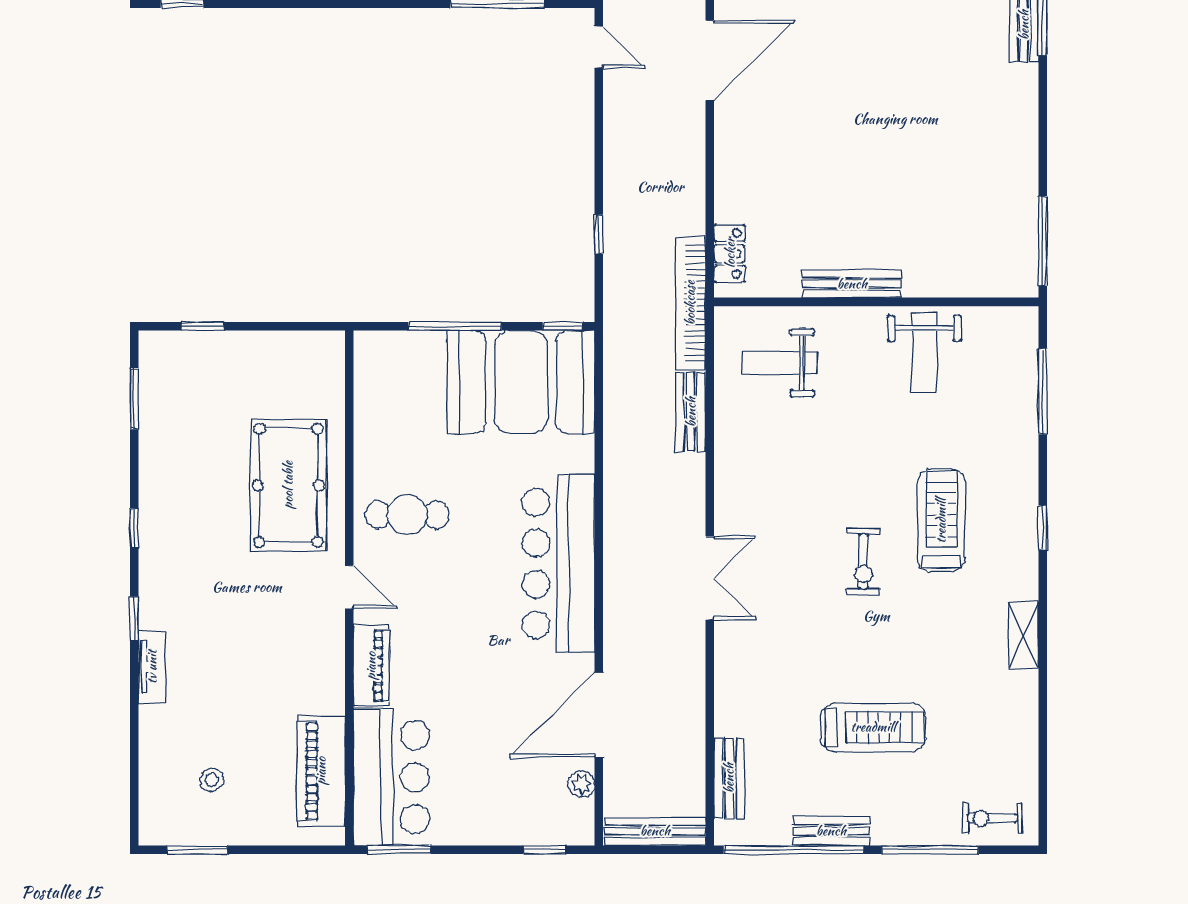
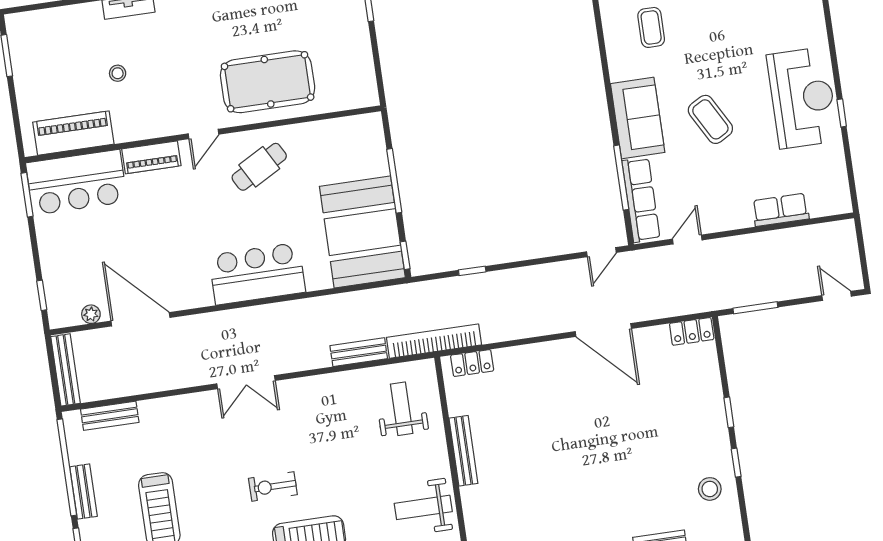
cafe table: (407, 515) -> (259, 167), turned 61
bar counter: (558, 564) -> (257, 274), width x0.73
stool: (212, 780) -> (118, 73), moved

